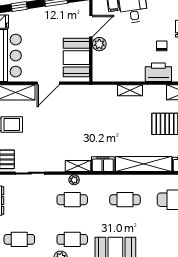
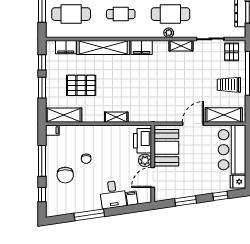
printer: (158, 72) -> (143, 141), moved, turned 90
shelving: (78, 166) -> (181, 46), moved
cafe table: (72, 200) -> (170, 14), width x1.37, depth x1.35

